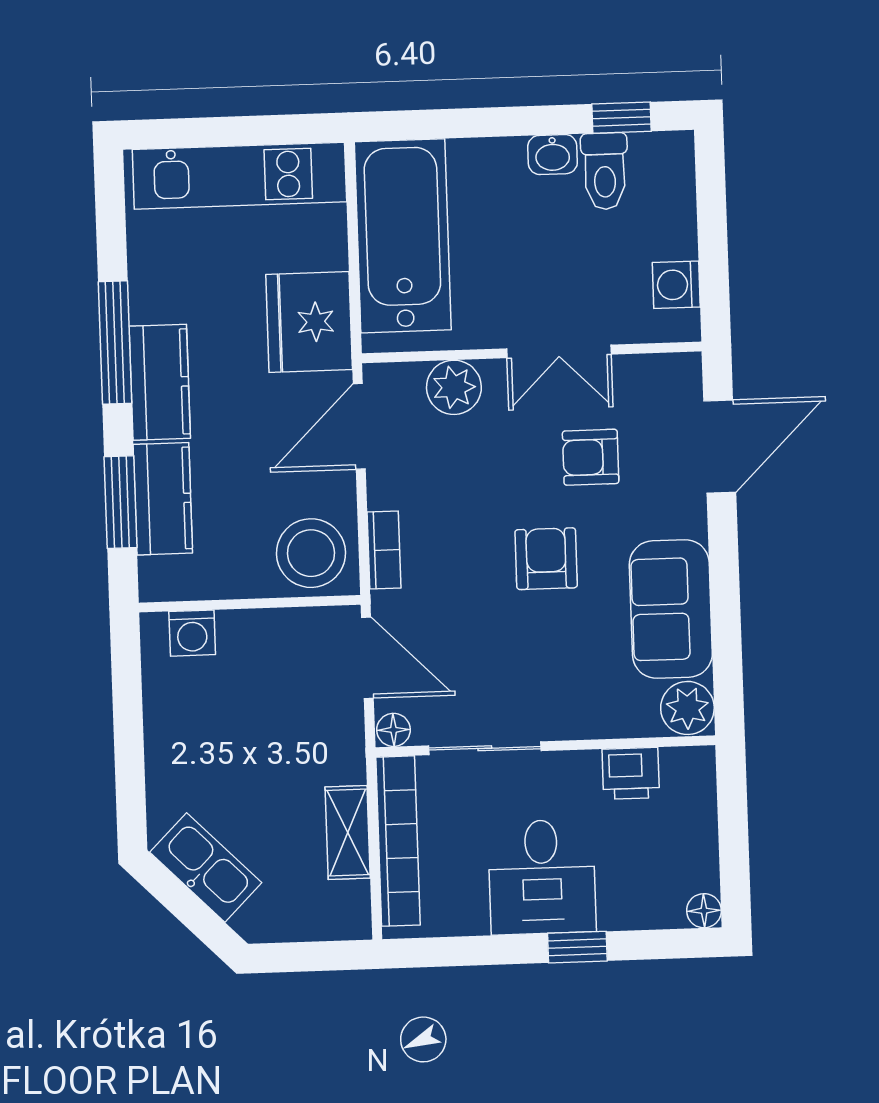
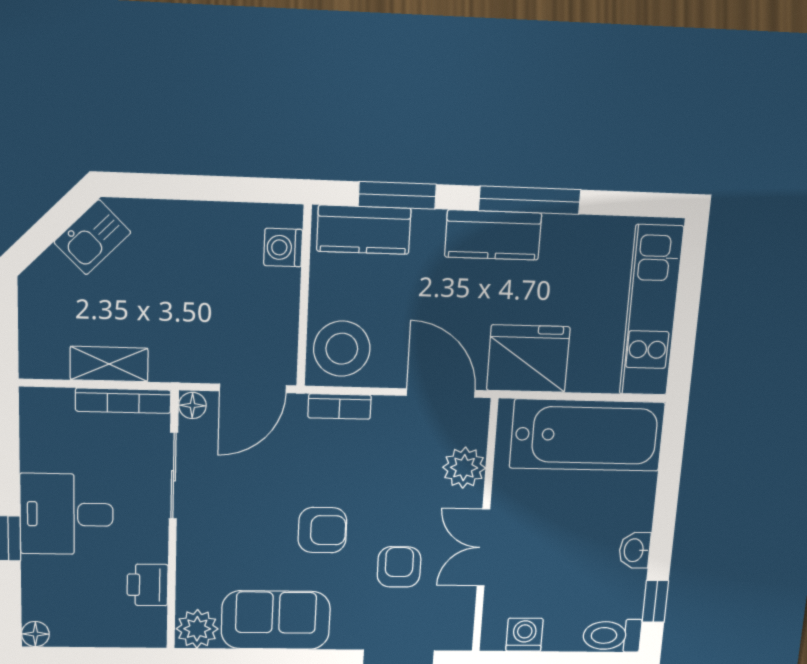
toilet: (605, 171) -> (612, 636), moved
kitchen counter: (163, 499) -> (364, 230), moved
bookcase: (398, 841) -> (123, 401), width x0.68, depth x0.76
kitchen sink: (206, 867) -> (92, 237), width x0.73

